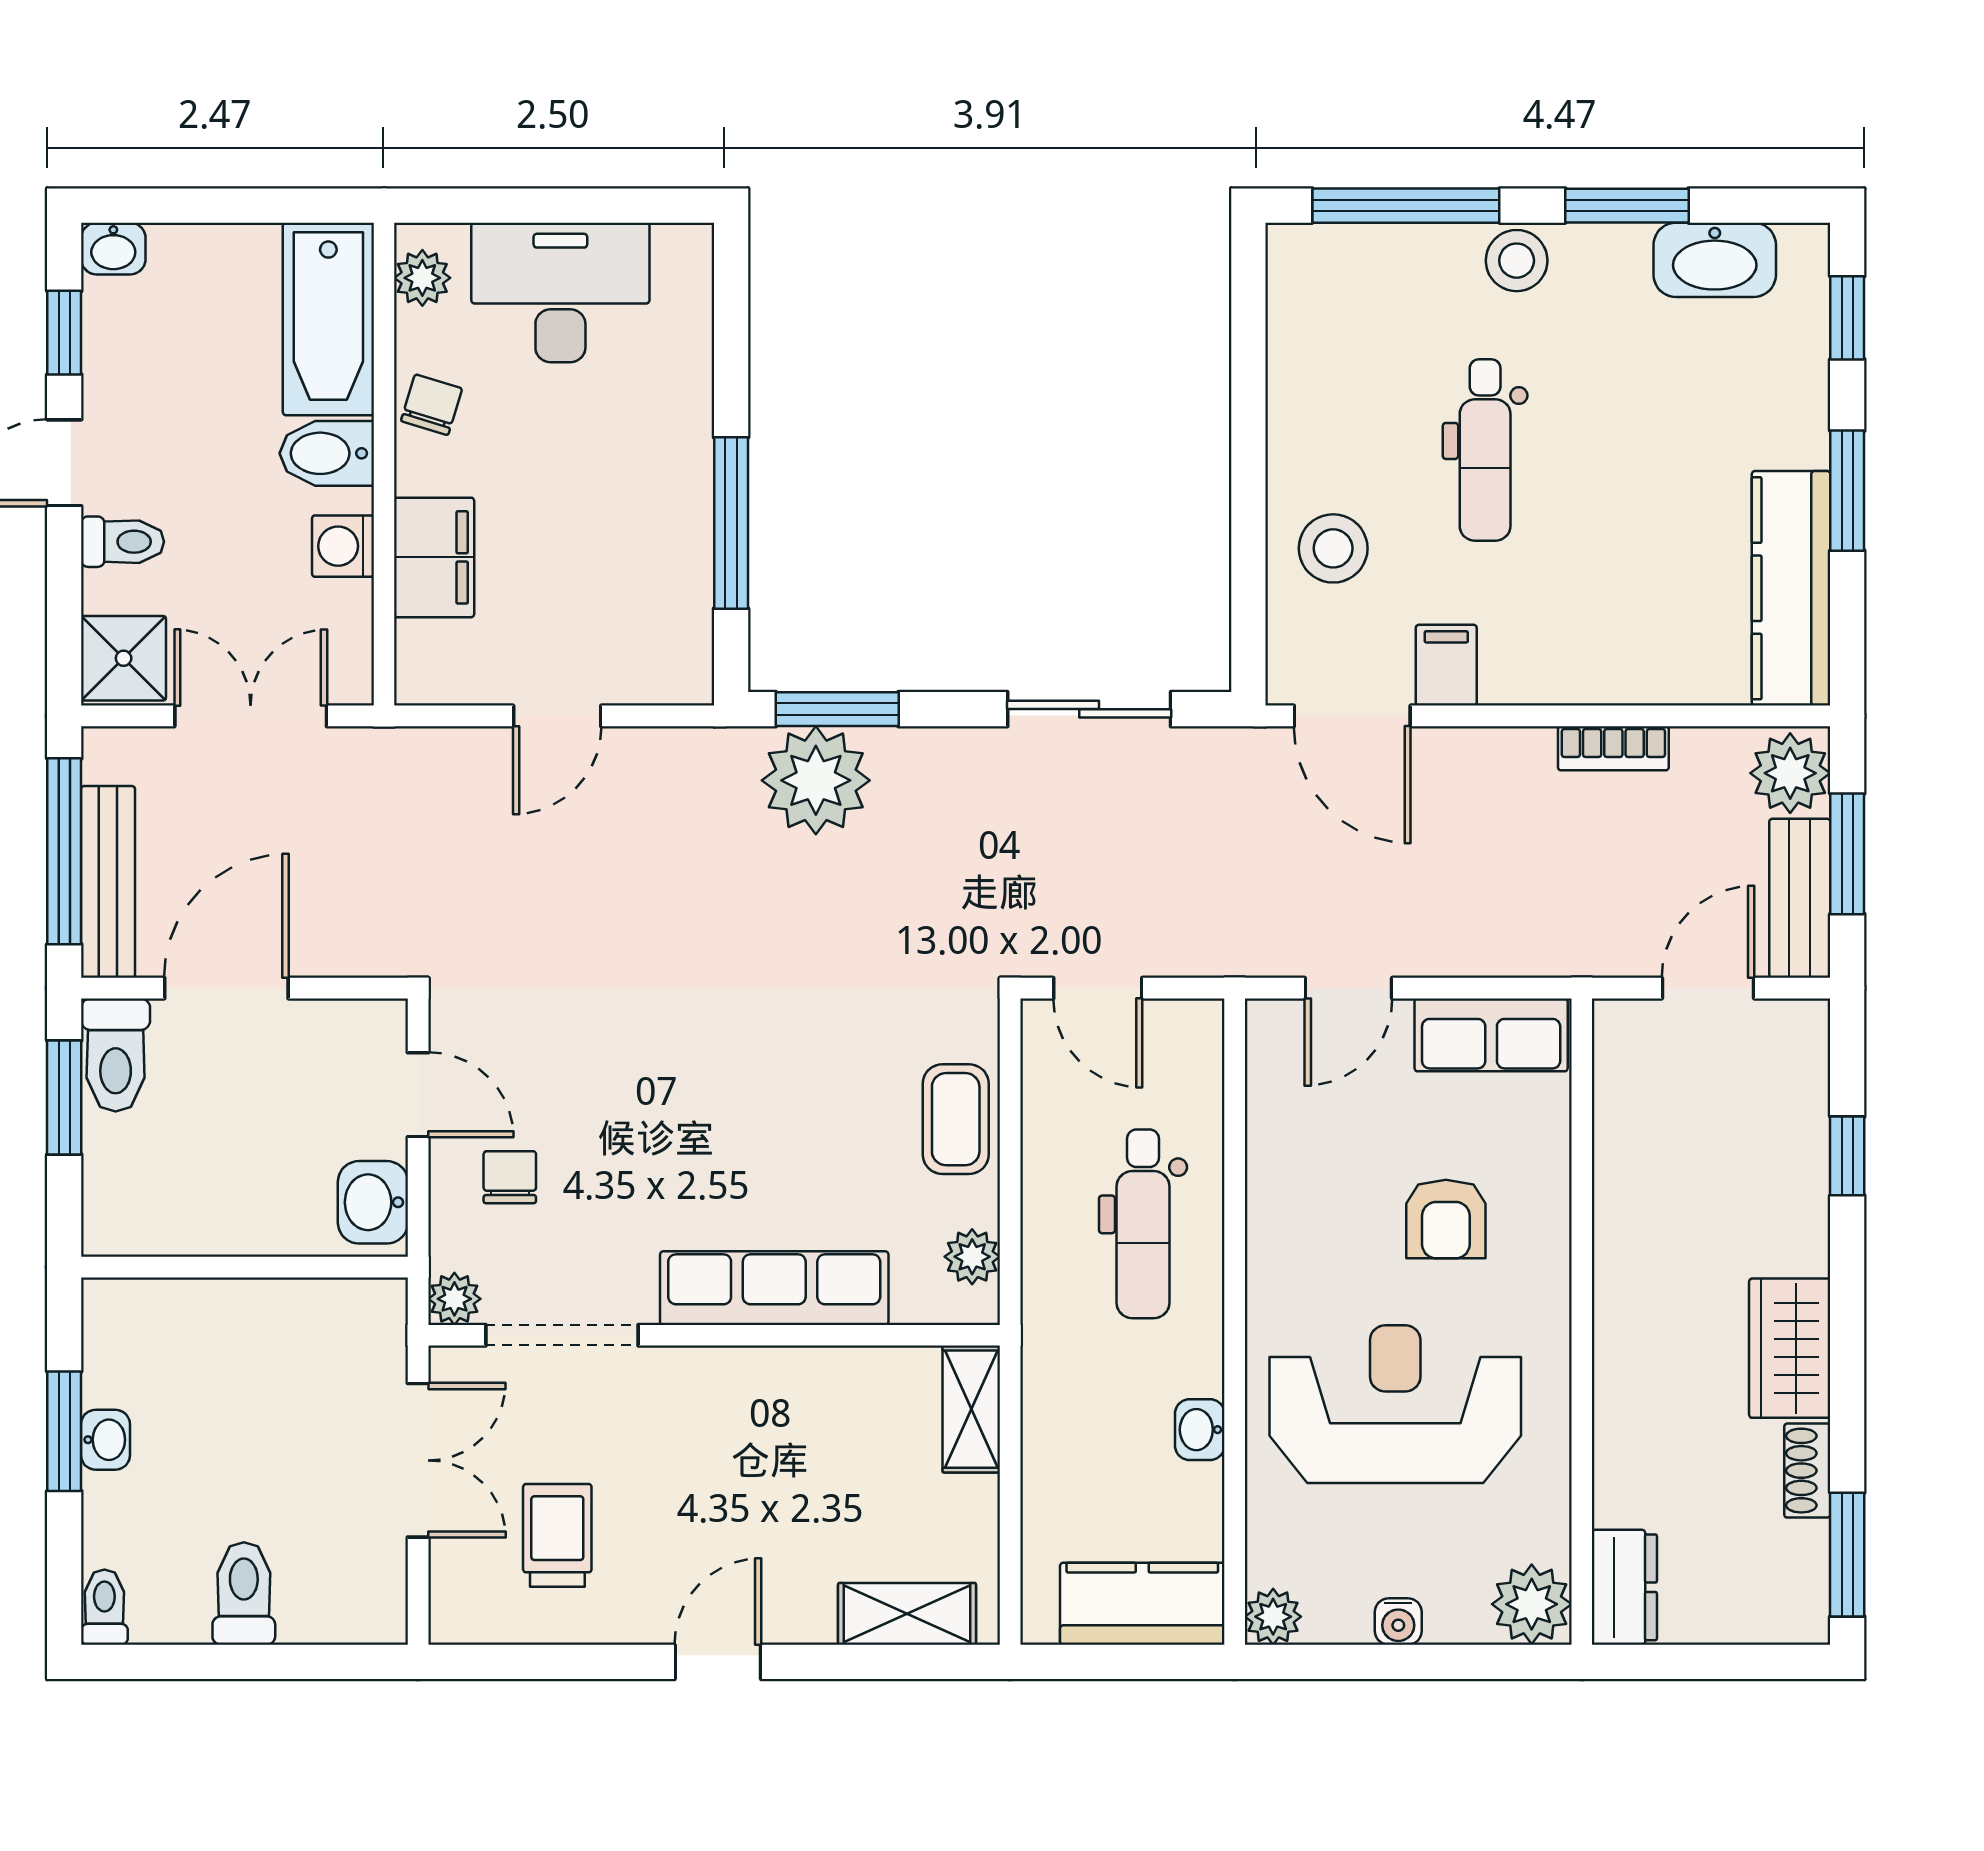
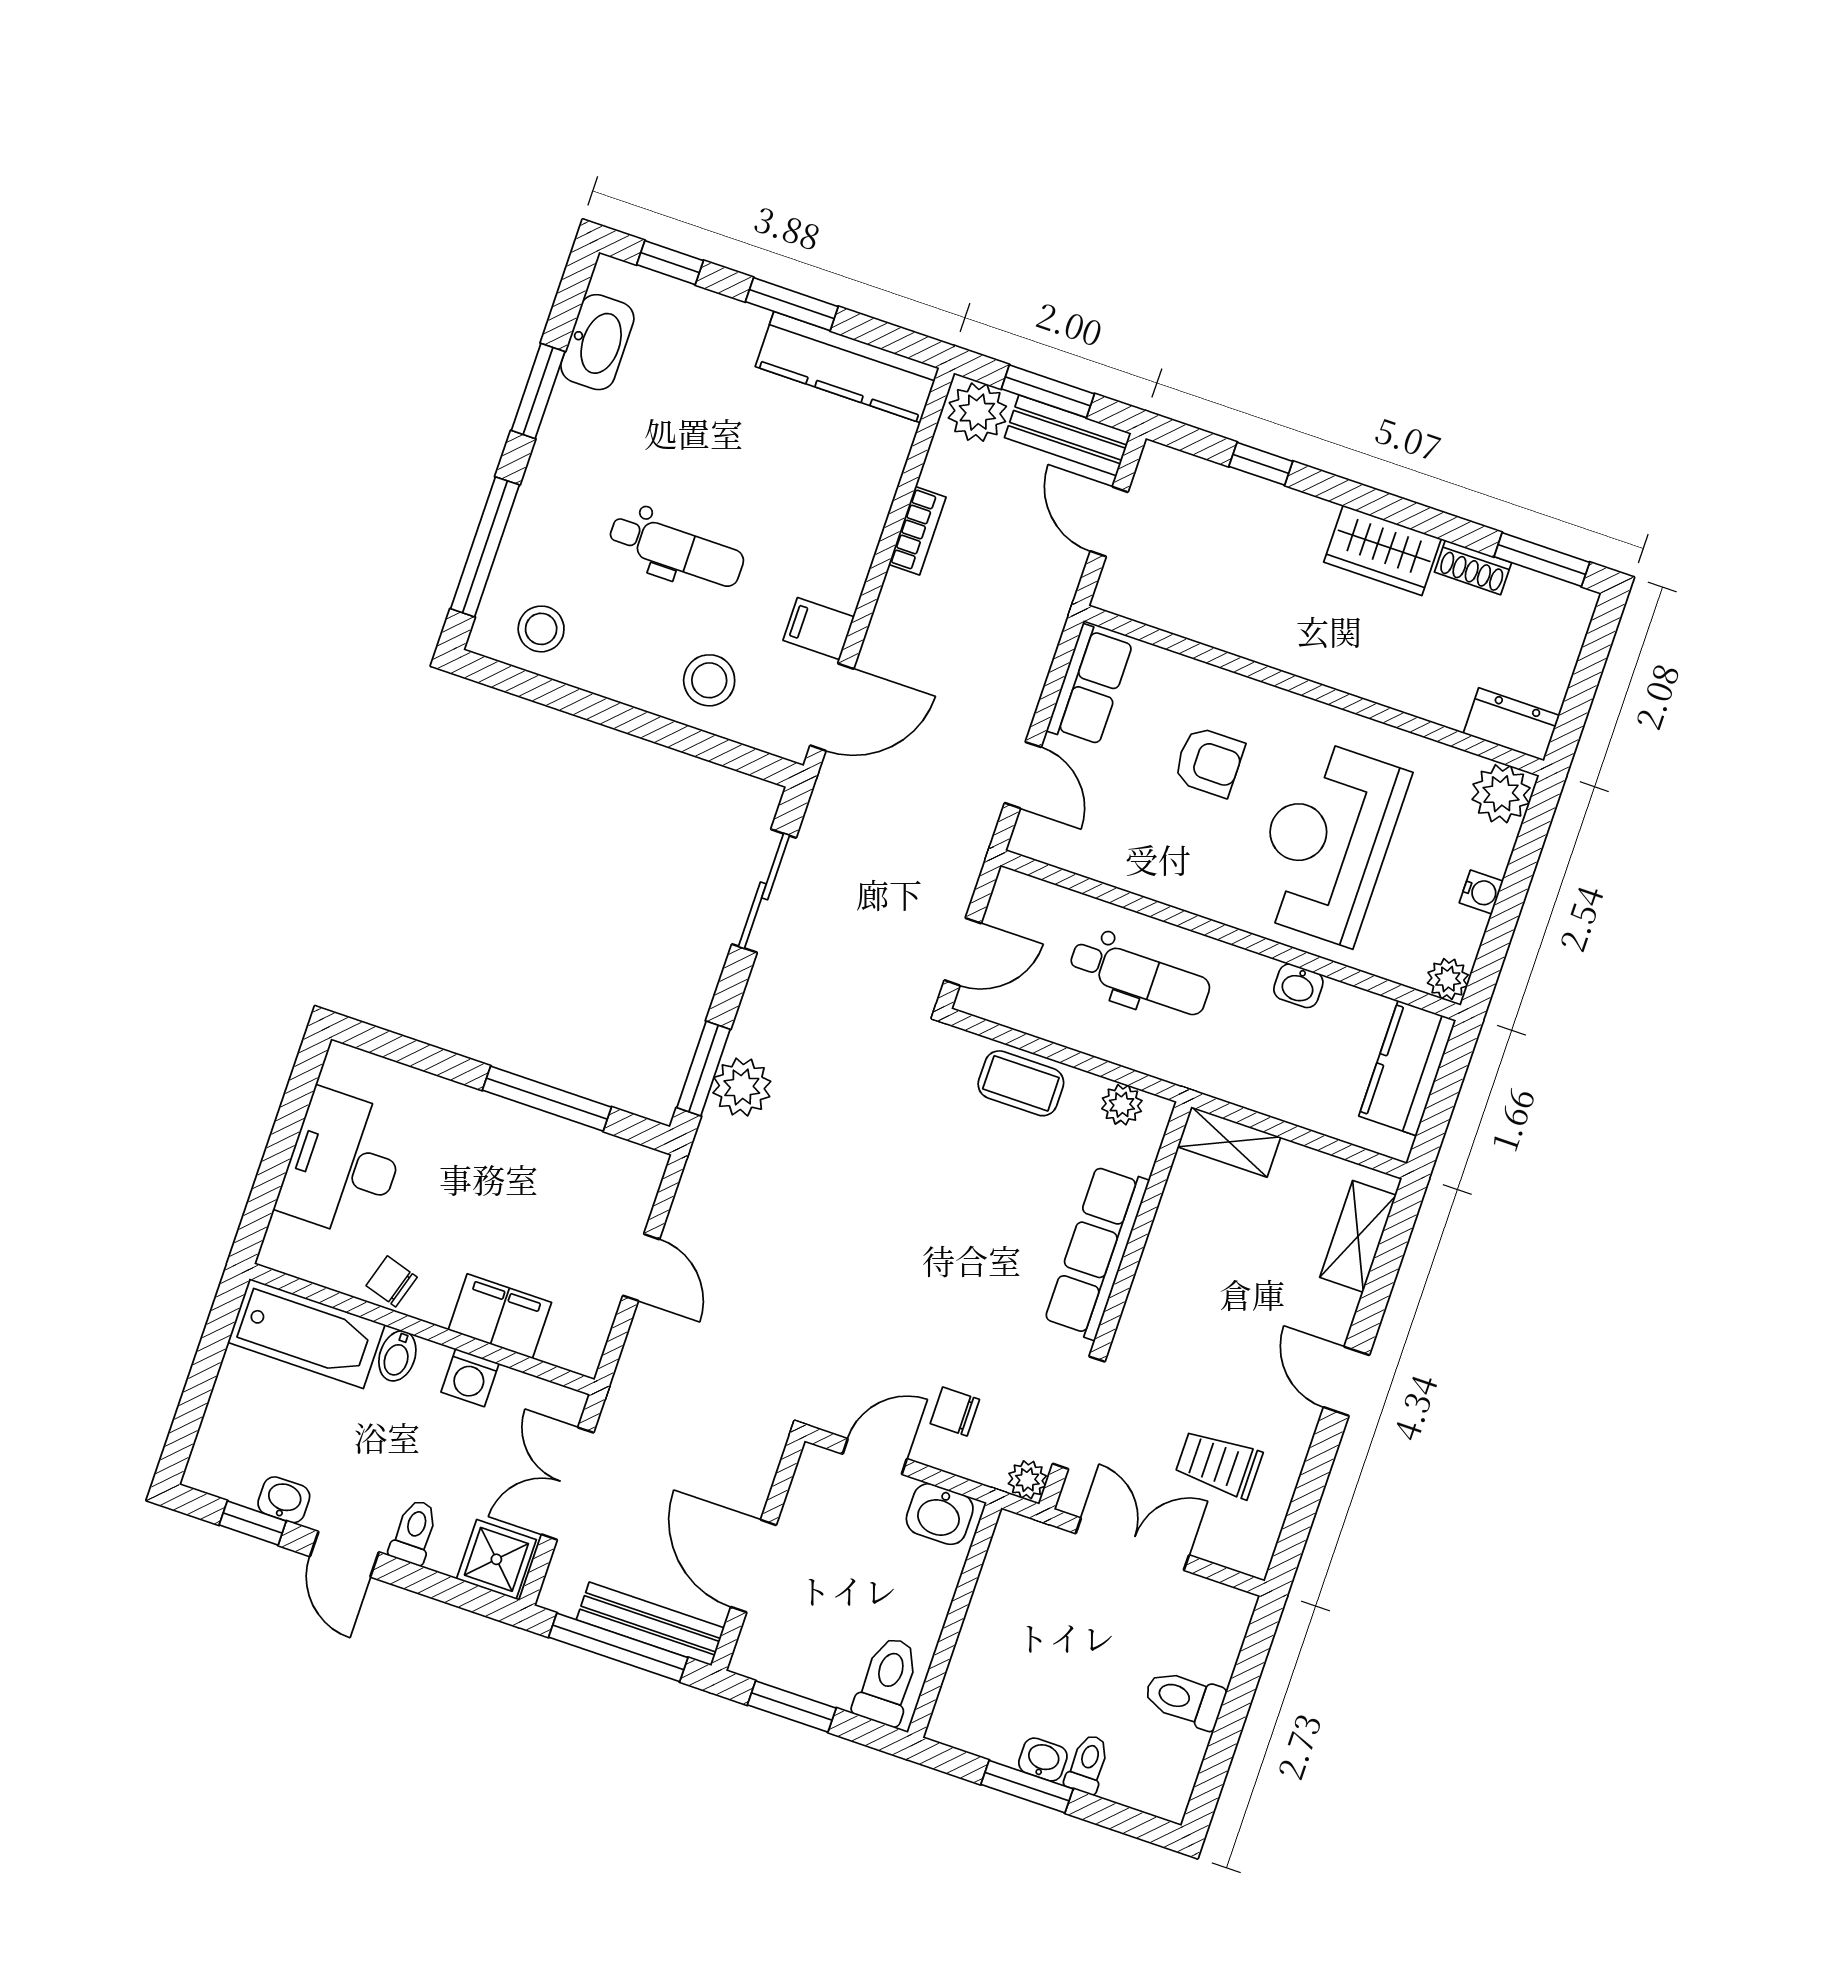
washbasin: (113, 249) -> (284, 1500), moved, turned -90
stool: (1517, 261) -> (541, 629), moved
plant: (422, 278) -> (300, 1257), removed
bidet: (327, 453) -> (397, 1356), width x0.72, depth x0.74
plant: (816, 780) -> (742, 1087), width x0.73, depth x0.73
toilet: (116, 1055) -> (887, 1681), moved, turned -90
toilet: (104, 1607) -> (1088, 1764), moved, turned 90

